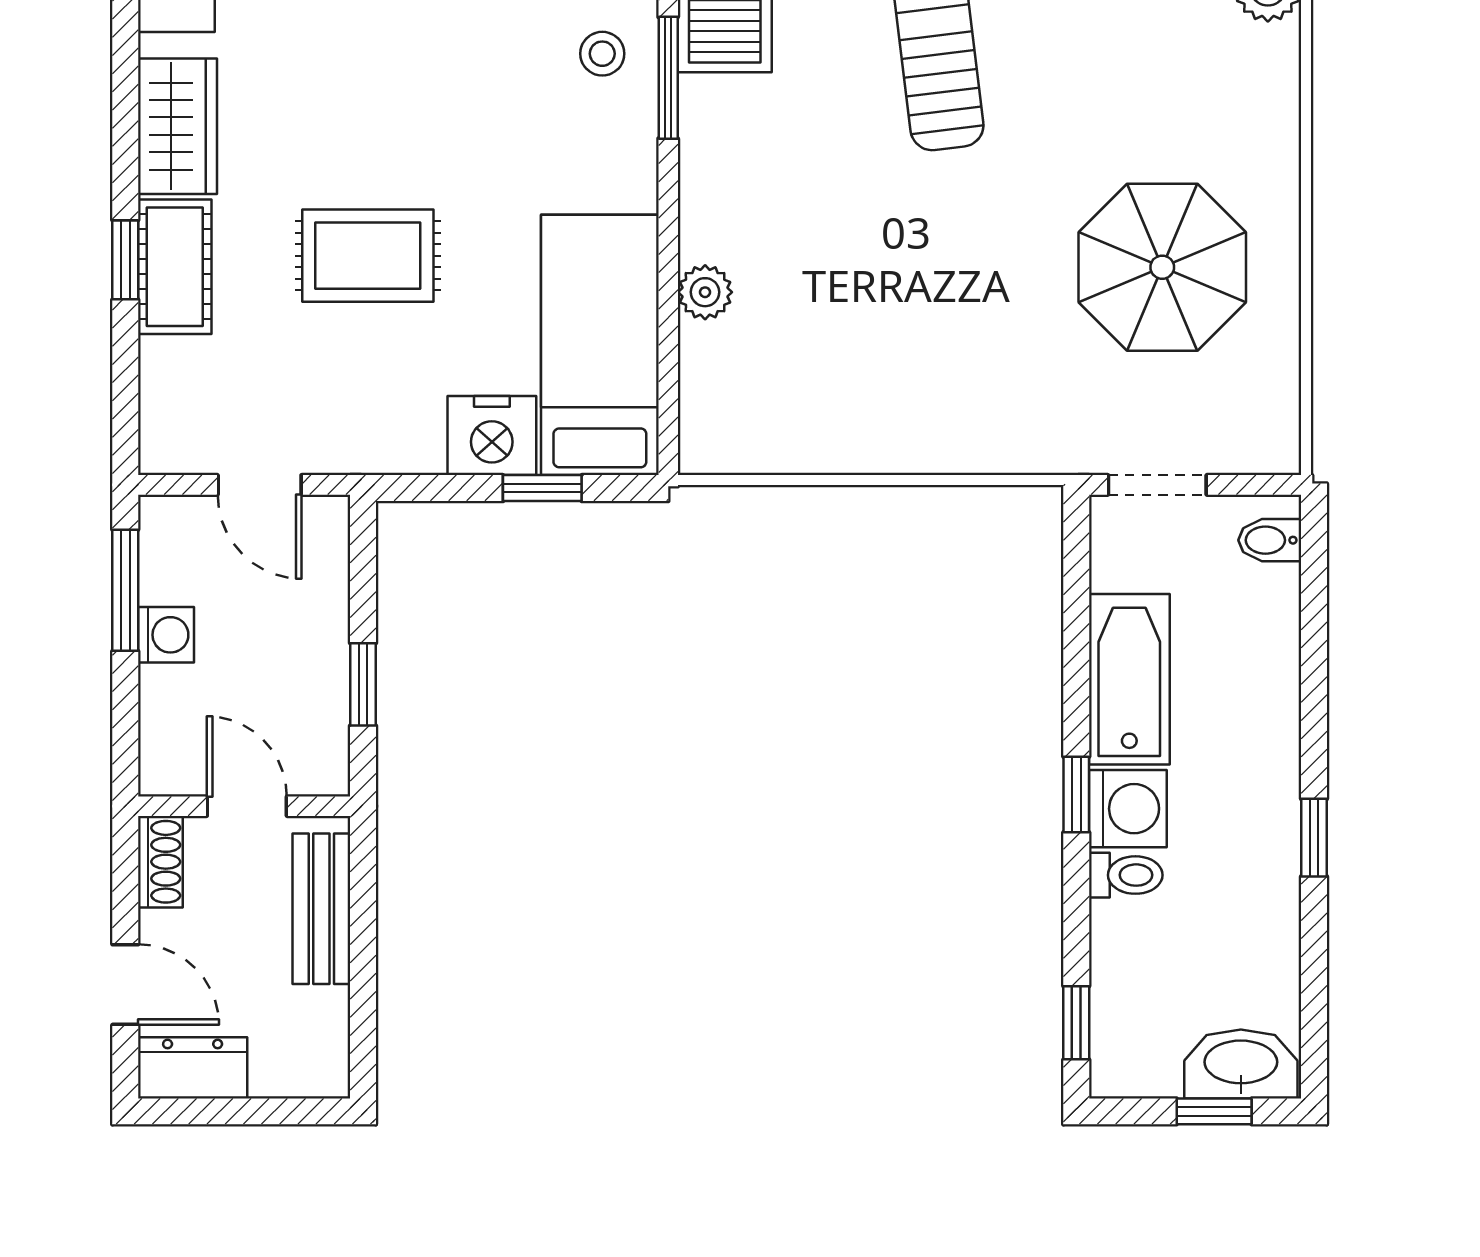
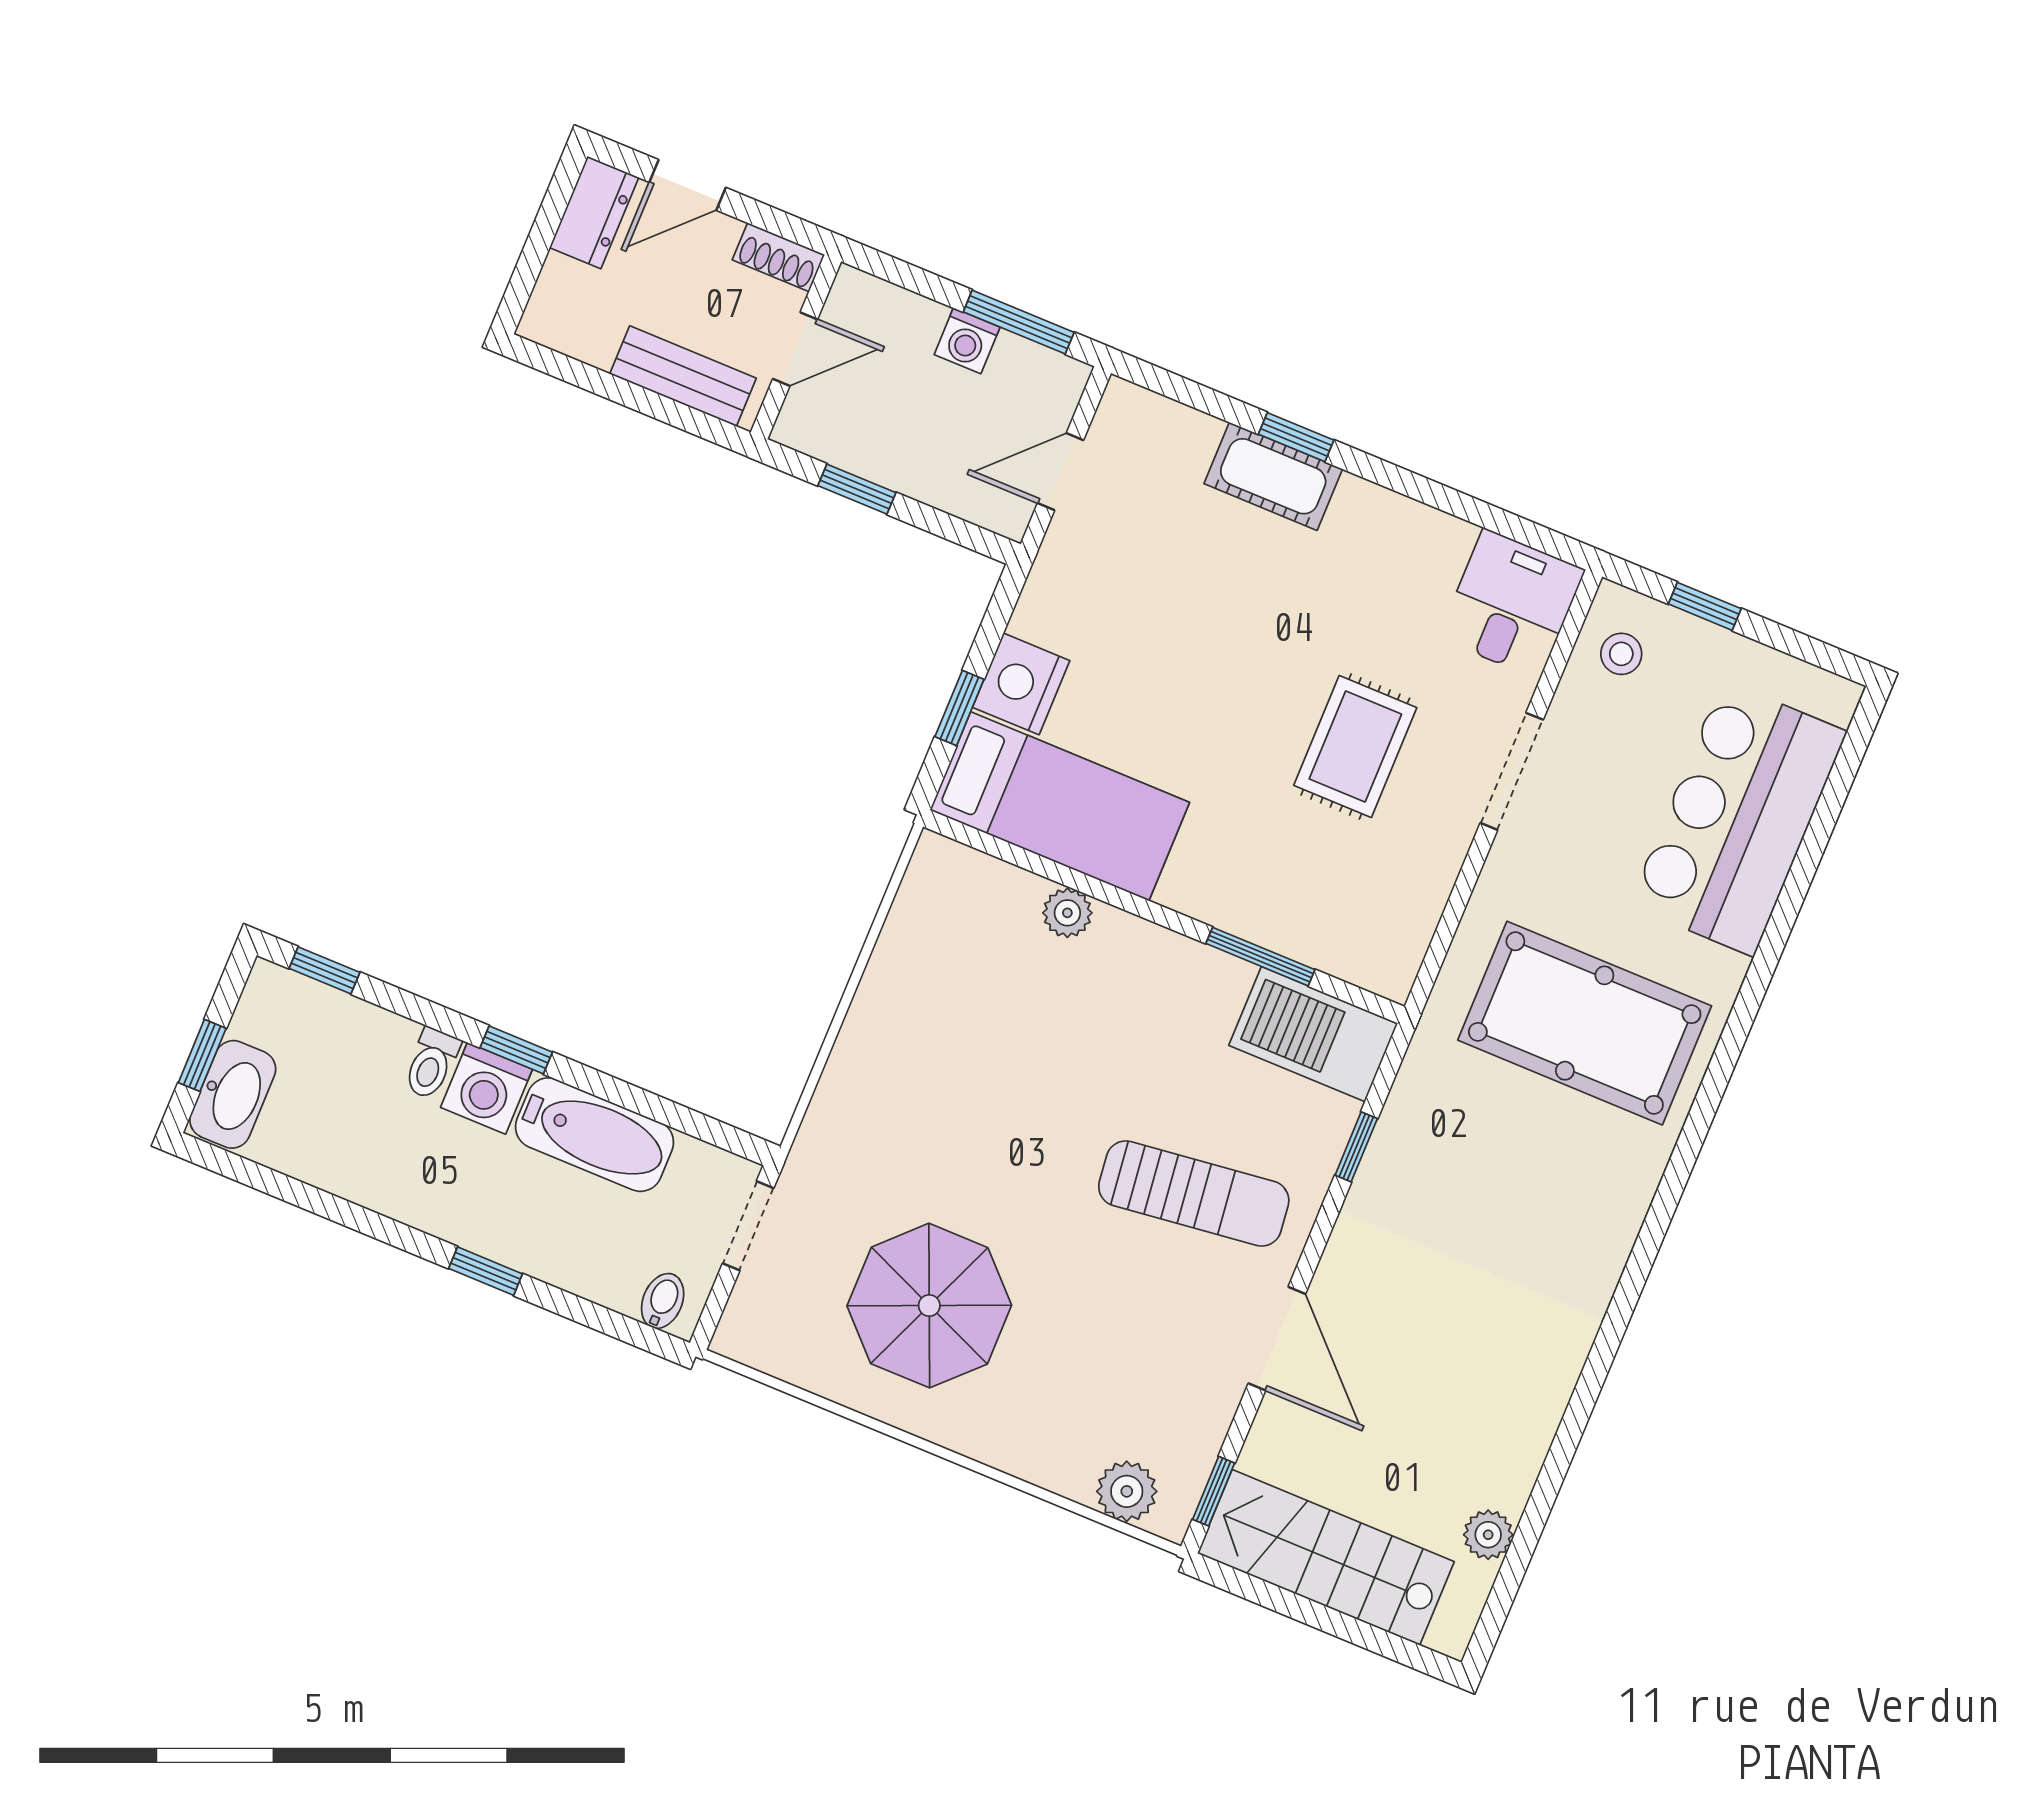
stool: (602, 54) -> (1303, 910), removed
wardrobe: (177, 126) -> (1390, 527), removed
rug: (368, 256) -> (1355, 747), moved
window: (1314, 838) -> (486, 1271), moved

